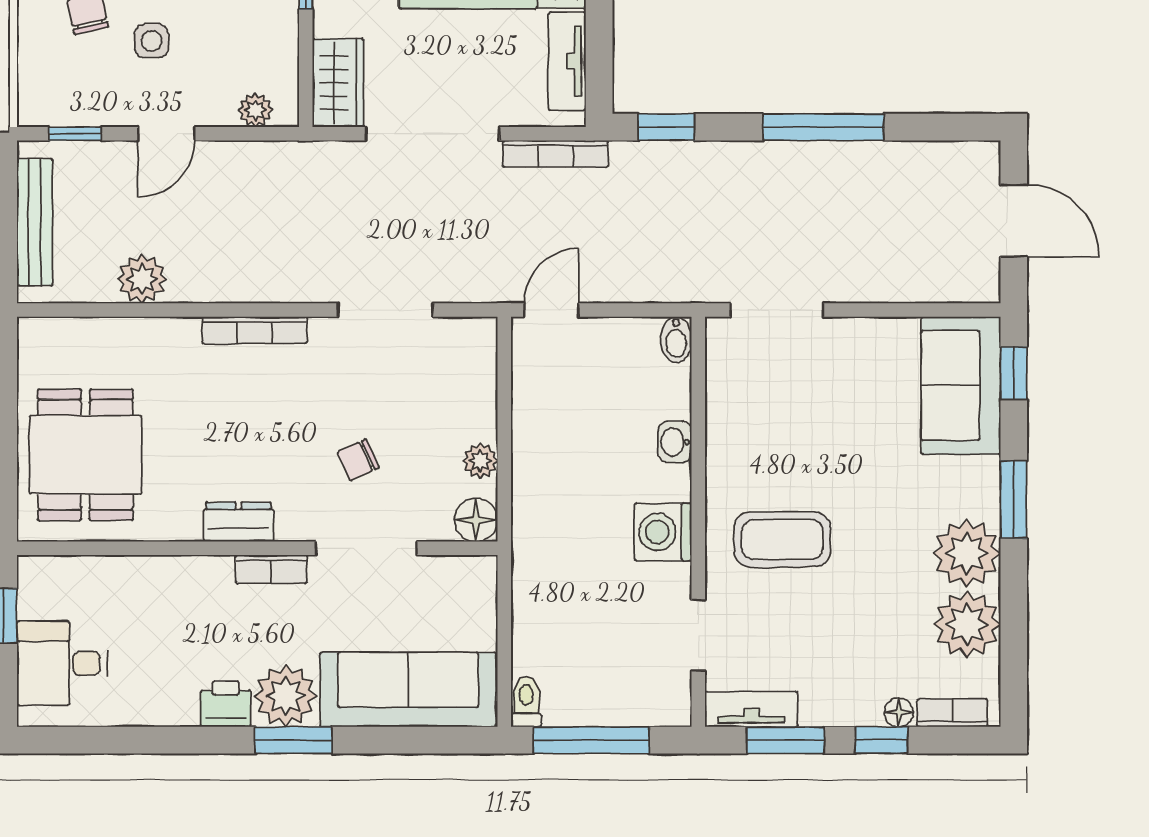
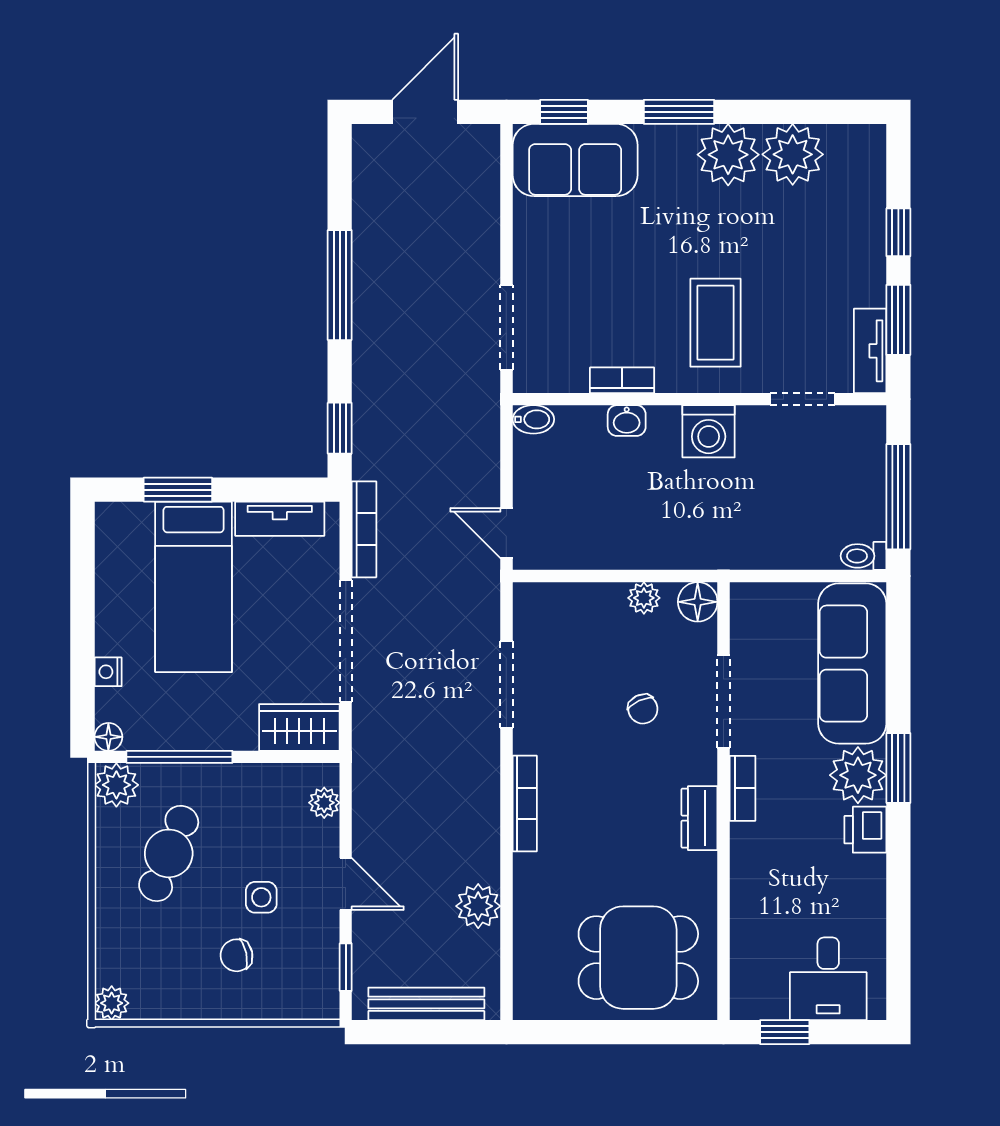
floor lamp: (899, 712) -> (873, 217), removed
bookcase: (952, 713) -> (622, 380), moved, turned 90

